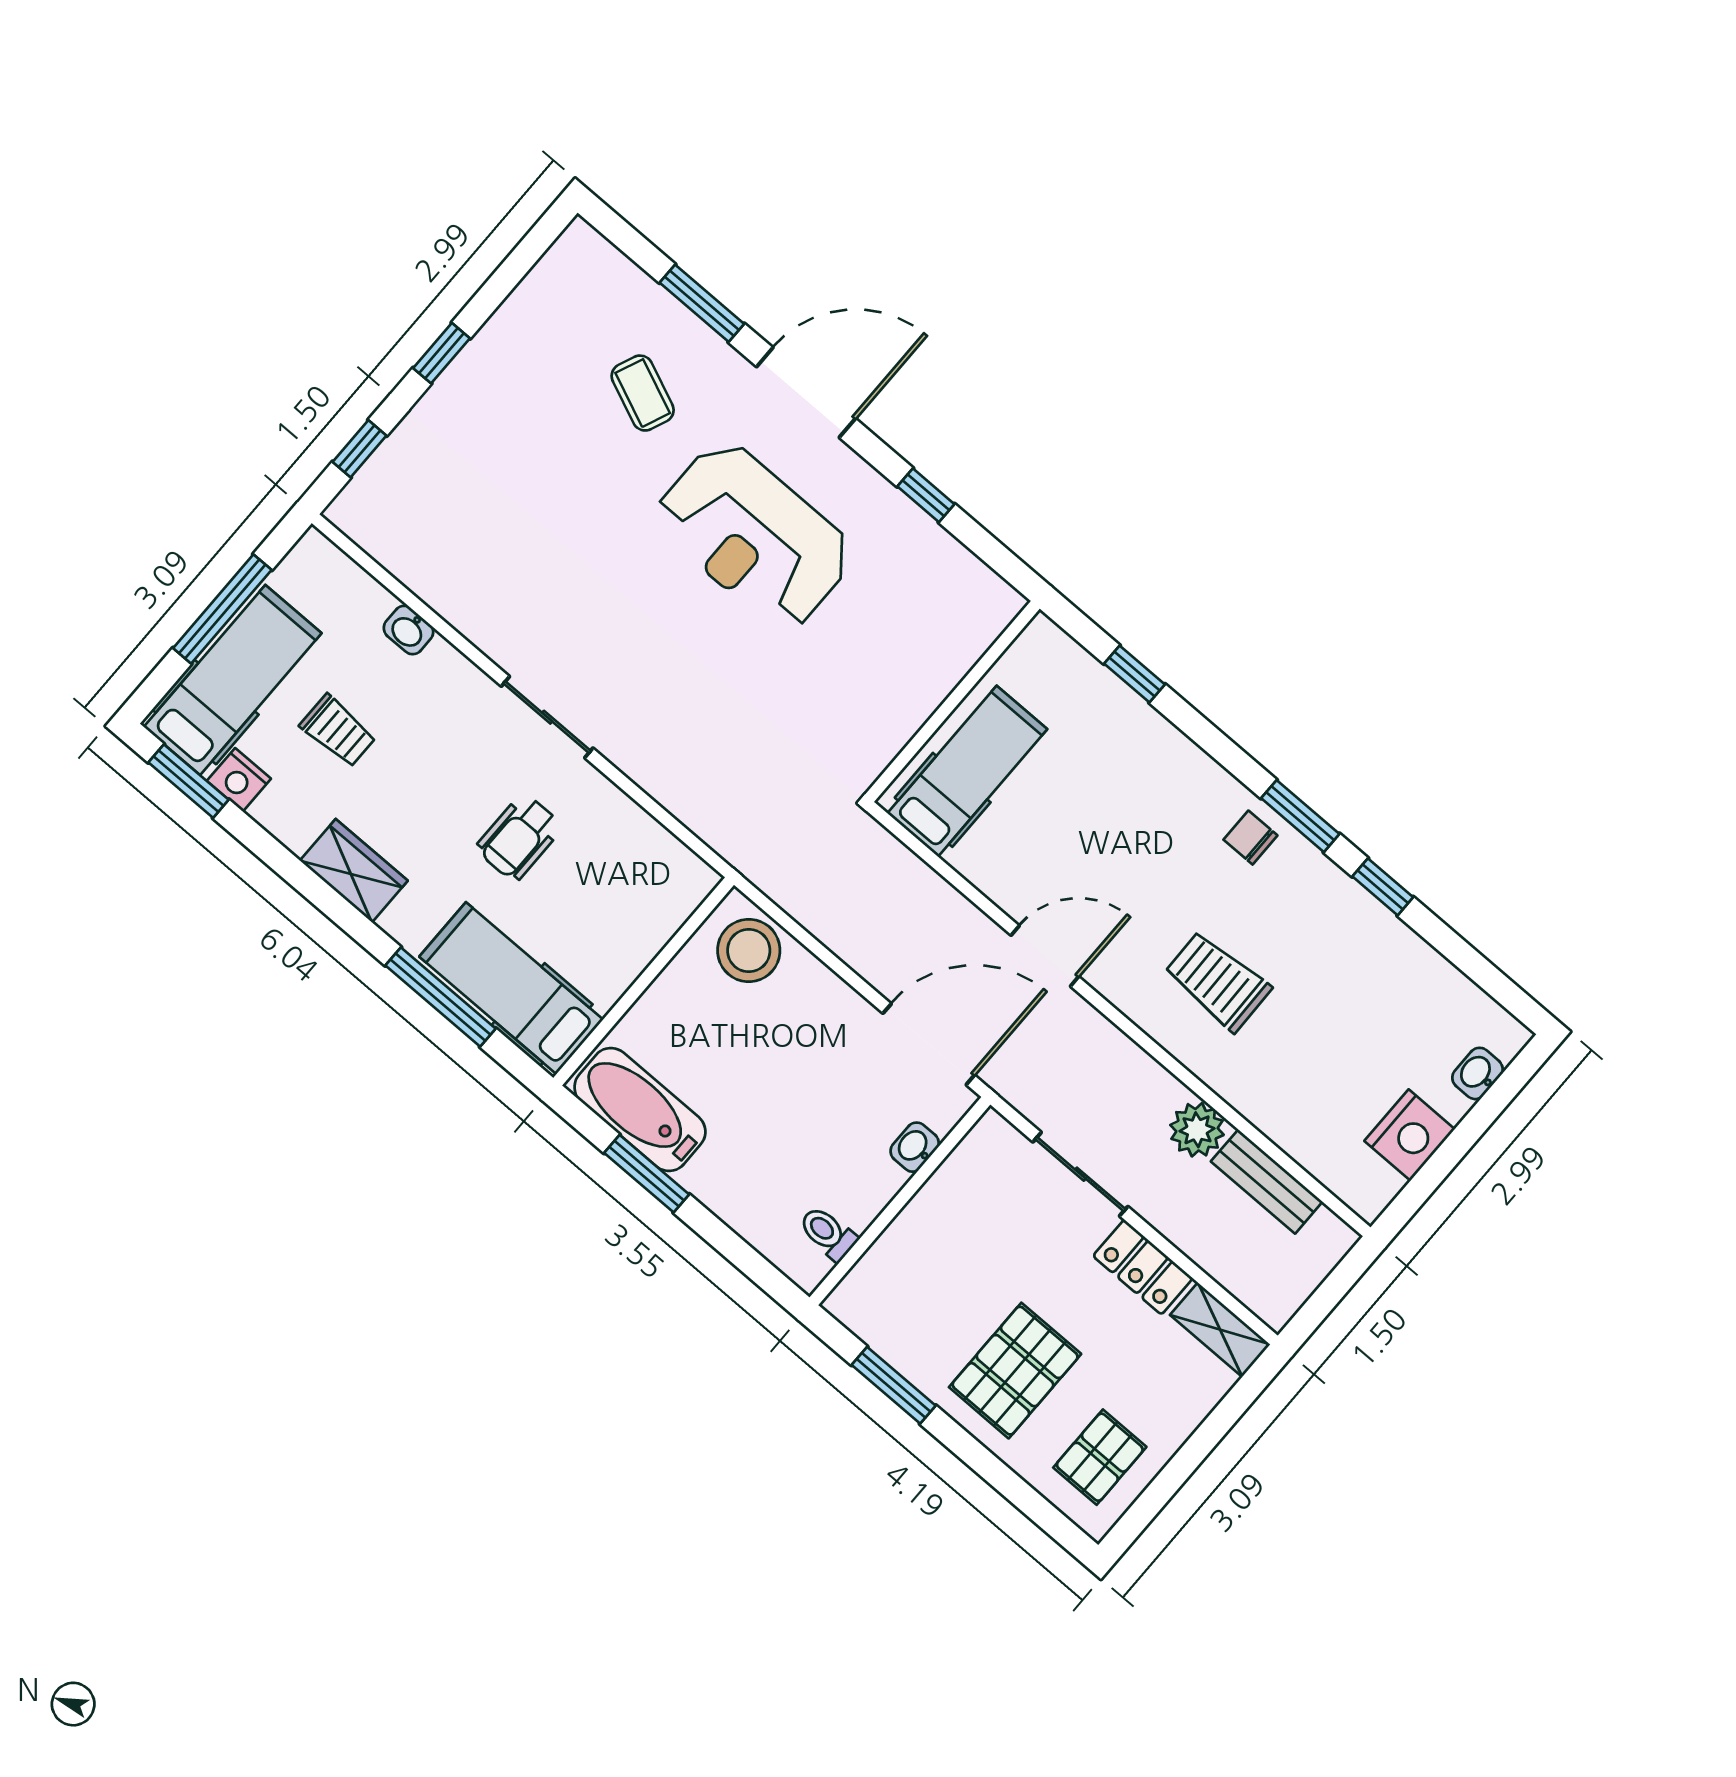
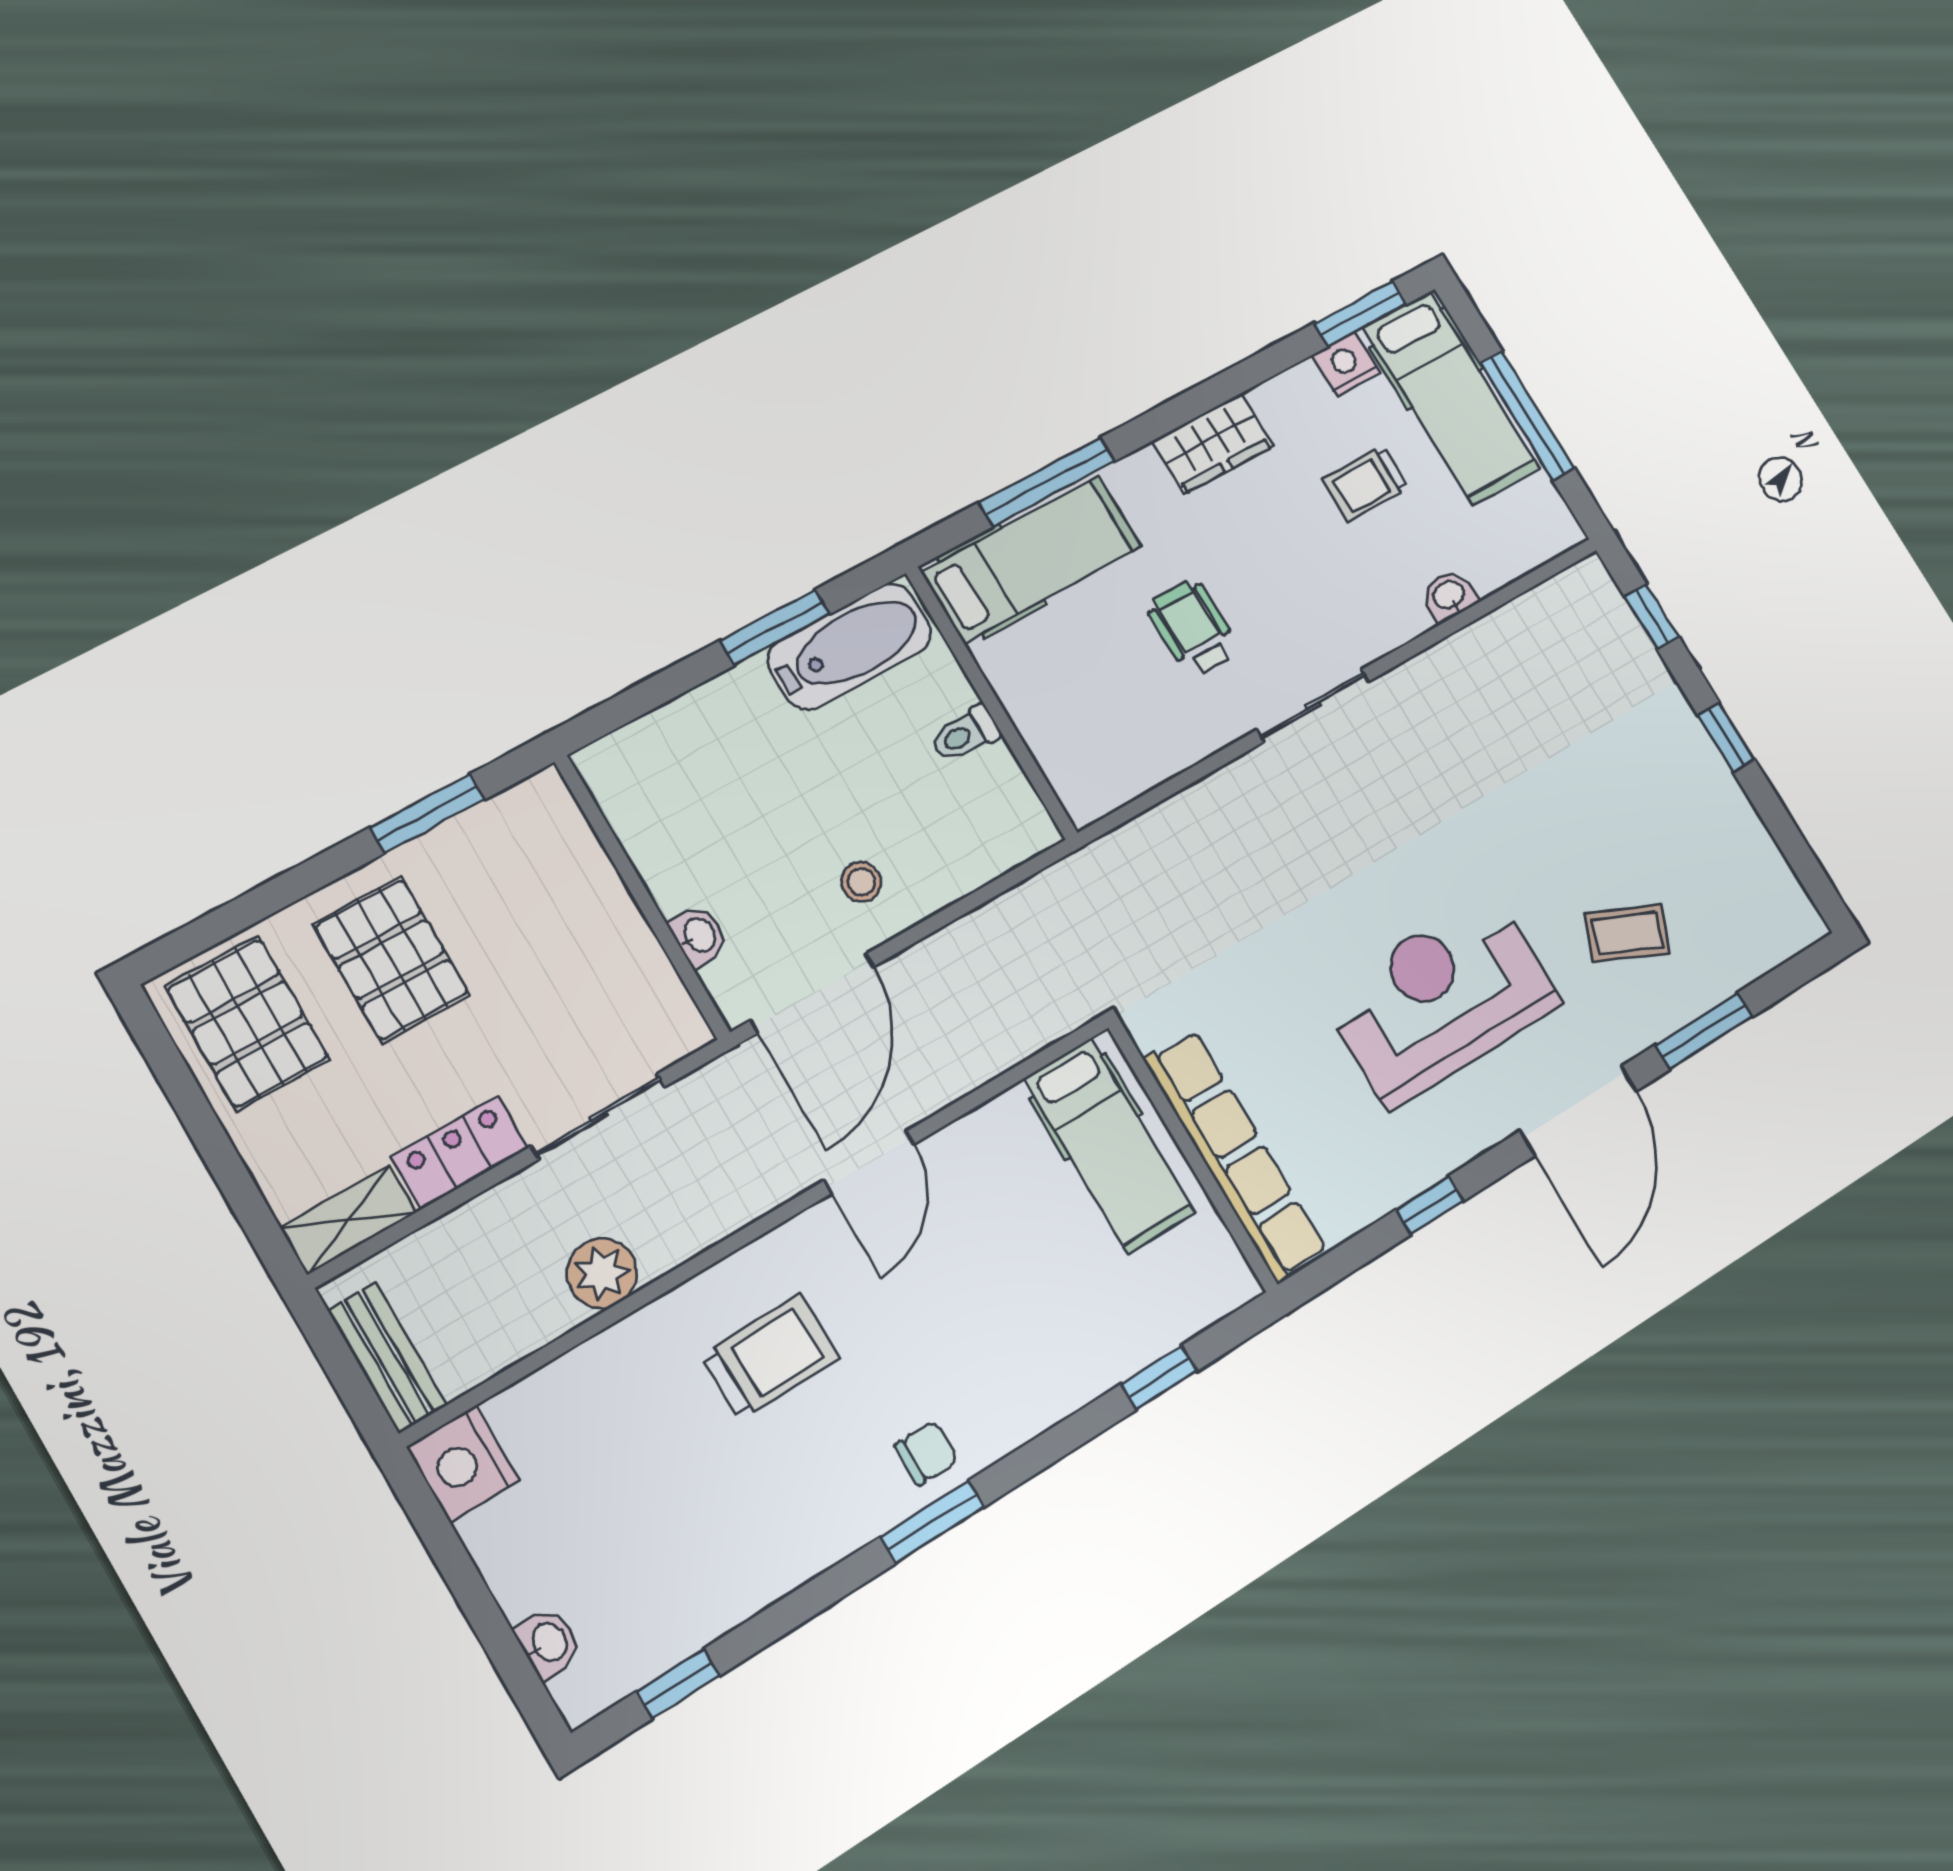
row of seats: (940, 667) -> (1235, 1156), added
window: (1383, 887) -> (678, 1684), moved
stool: (749, 950) -> (861, 882), moved, width x0.53, depth x0.53
nightstand: (1410, 1135) -> (463, 1464), moved
bench: (1267, 1182) -> (387, 1358), moved, turned 90
toilet: (828, 1233) -> (965, 734), moved, turned 180
pallet: (1100, 1457) -> (248, 1023), width x1.50, depth x1.42

